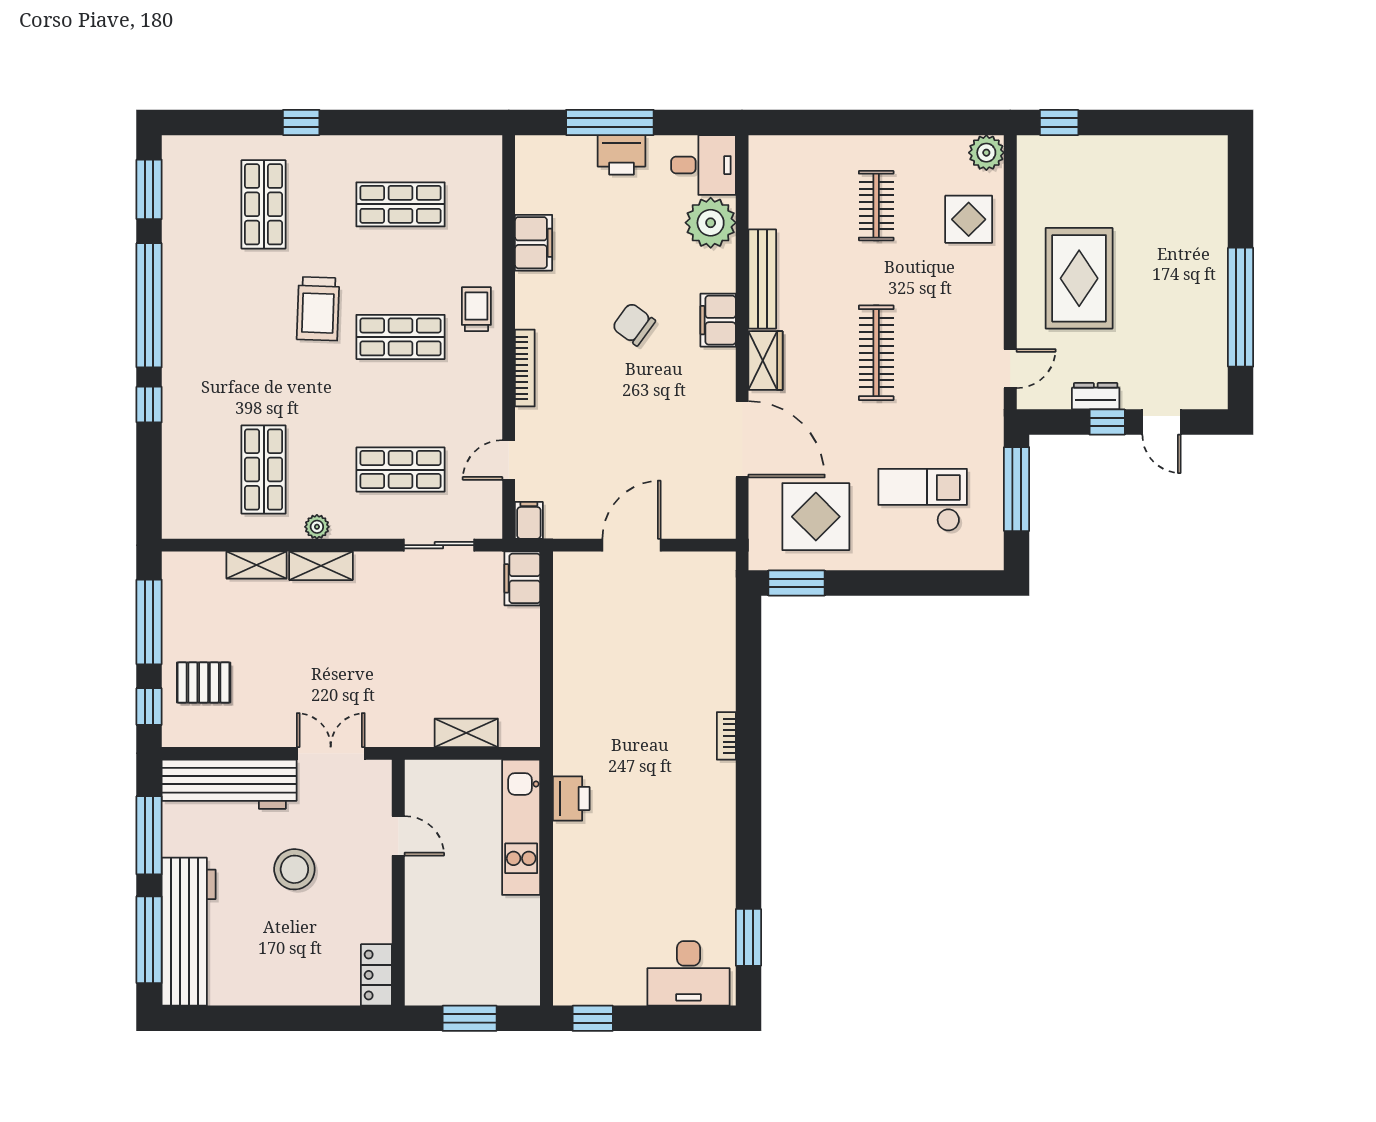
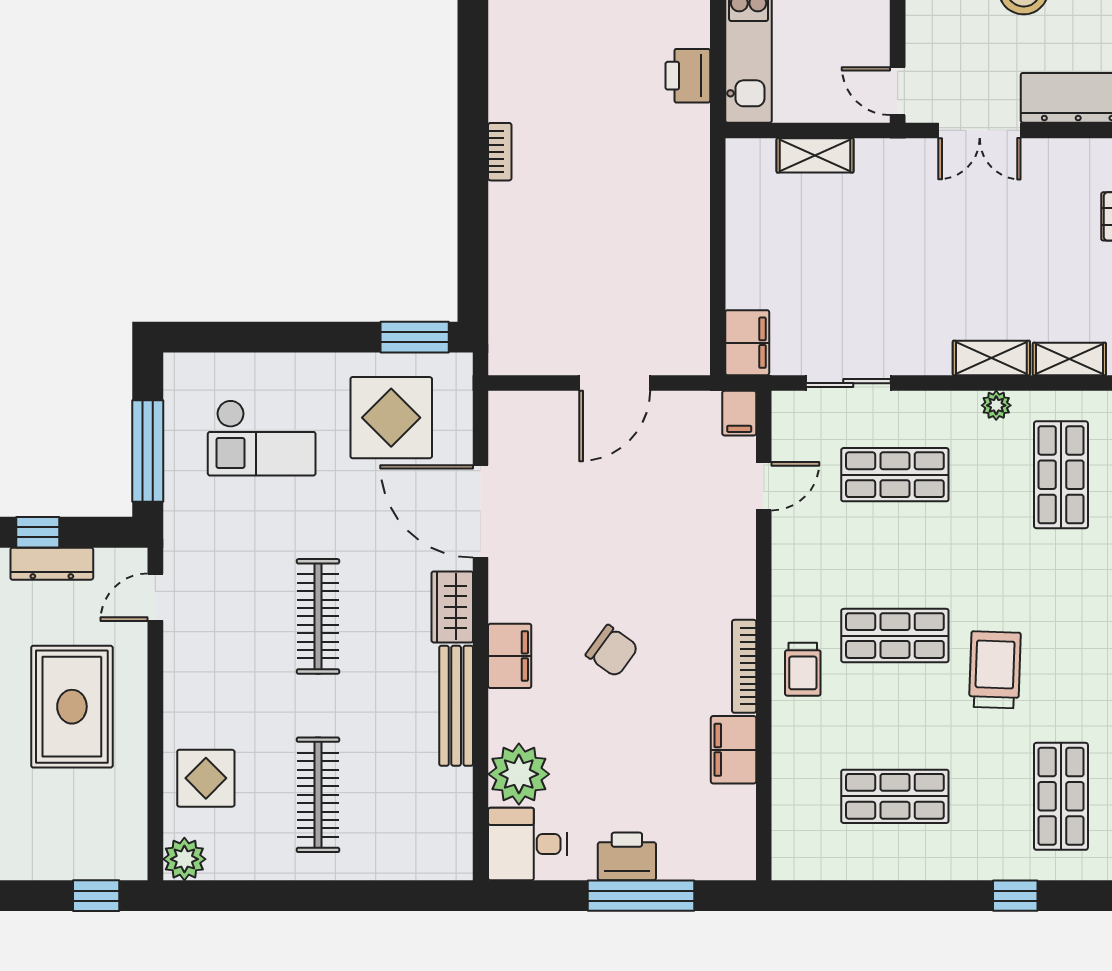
clothes rail: (876, 206) -> (318, 795), width x1.36
bookcase: (525, 368) -> (744, 666), moved
dresser: (1096, 396) -> (52, 564), width x1.44
door: (398, 836) -> (898, 91), moved

